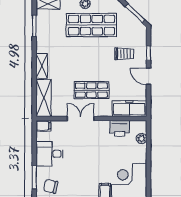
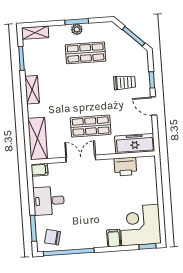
shop shelf: (91, 25) -> (86, 53), width x0.70, depth x0.74
shelving: (42, 66) -> (32, 90), moved
plant: (142, 139) -> (151, 176), removed

